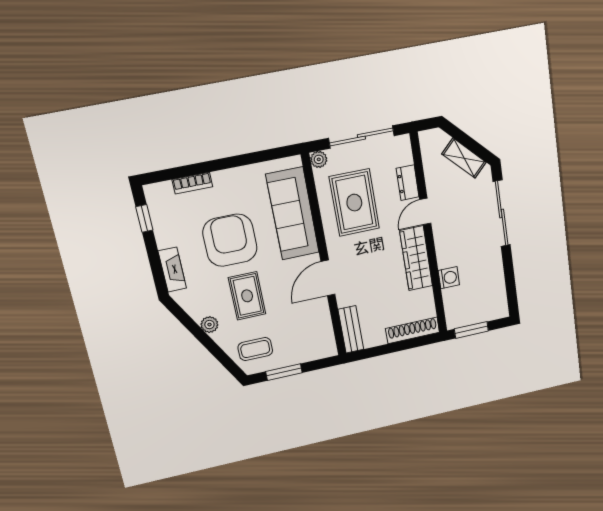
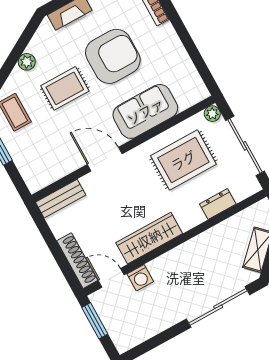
door: (425, 211) -> (111, 278), moved
sofa: (293, 214) -> (145, 111), width x0.73

